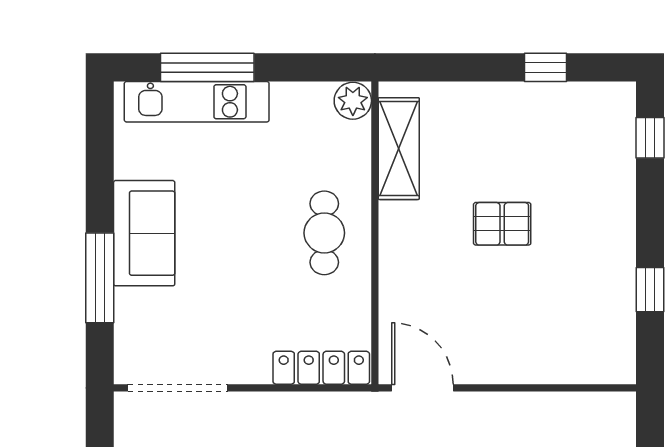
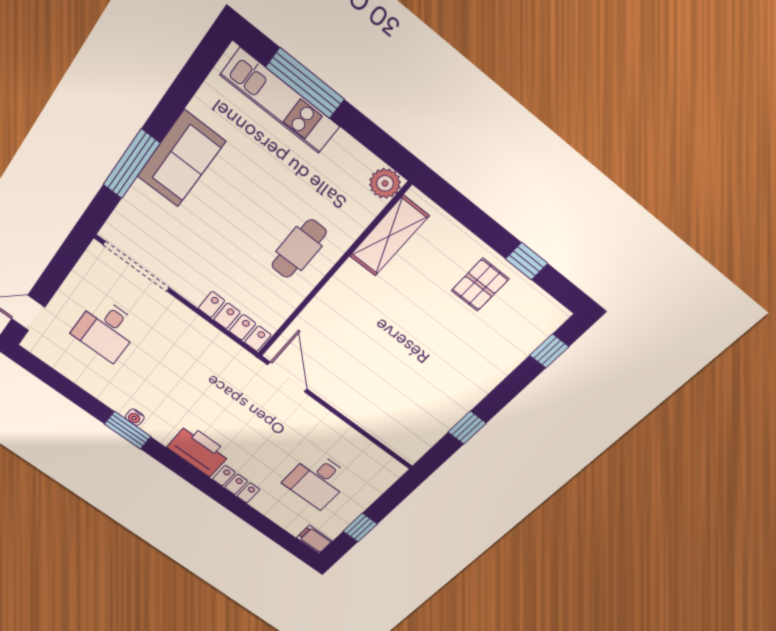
pallet: (502, 224) -> (480, 285), moved, turned 90

